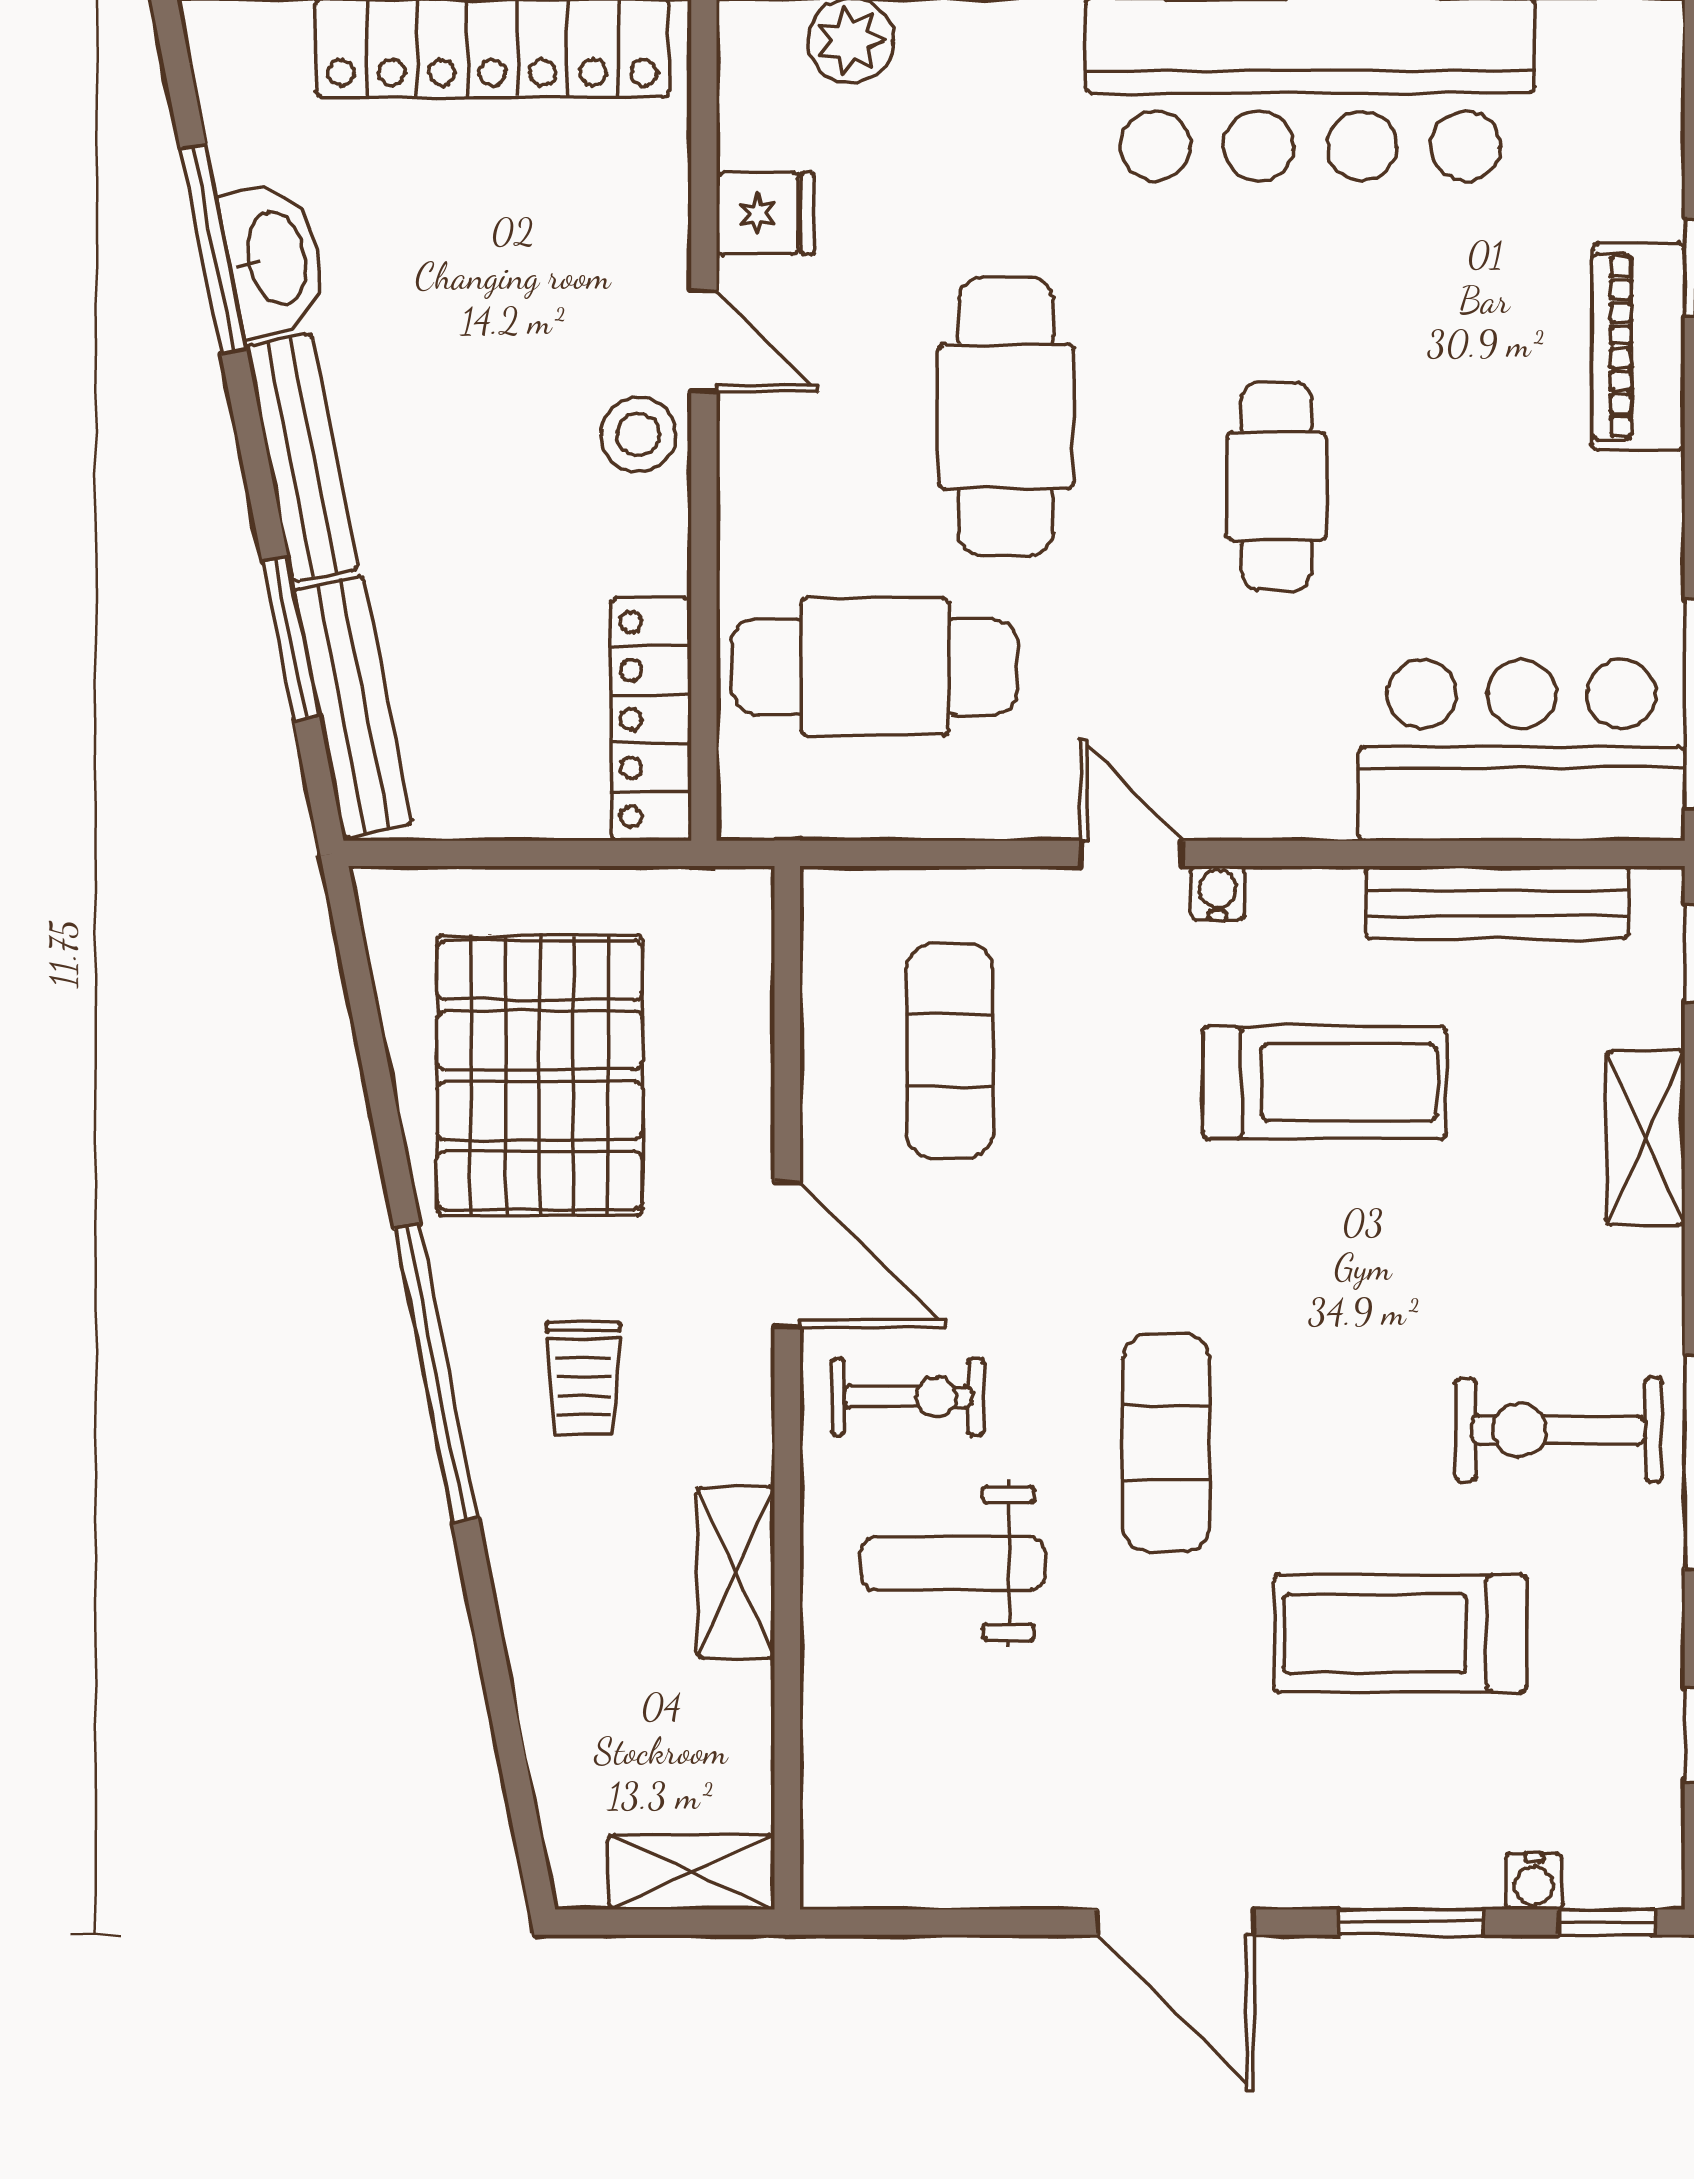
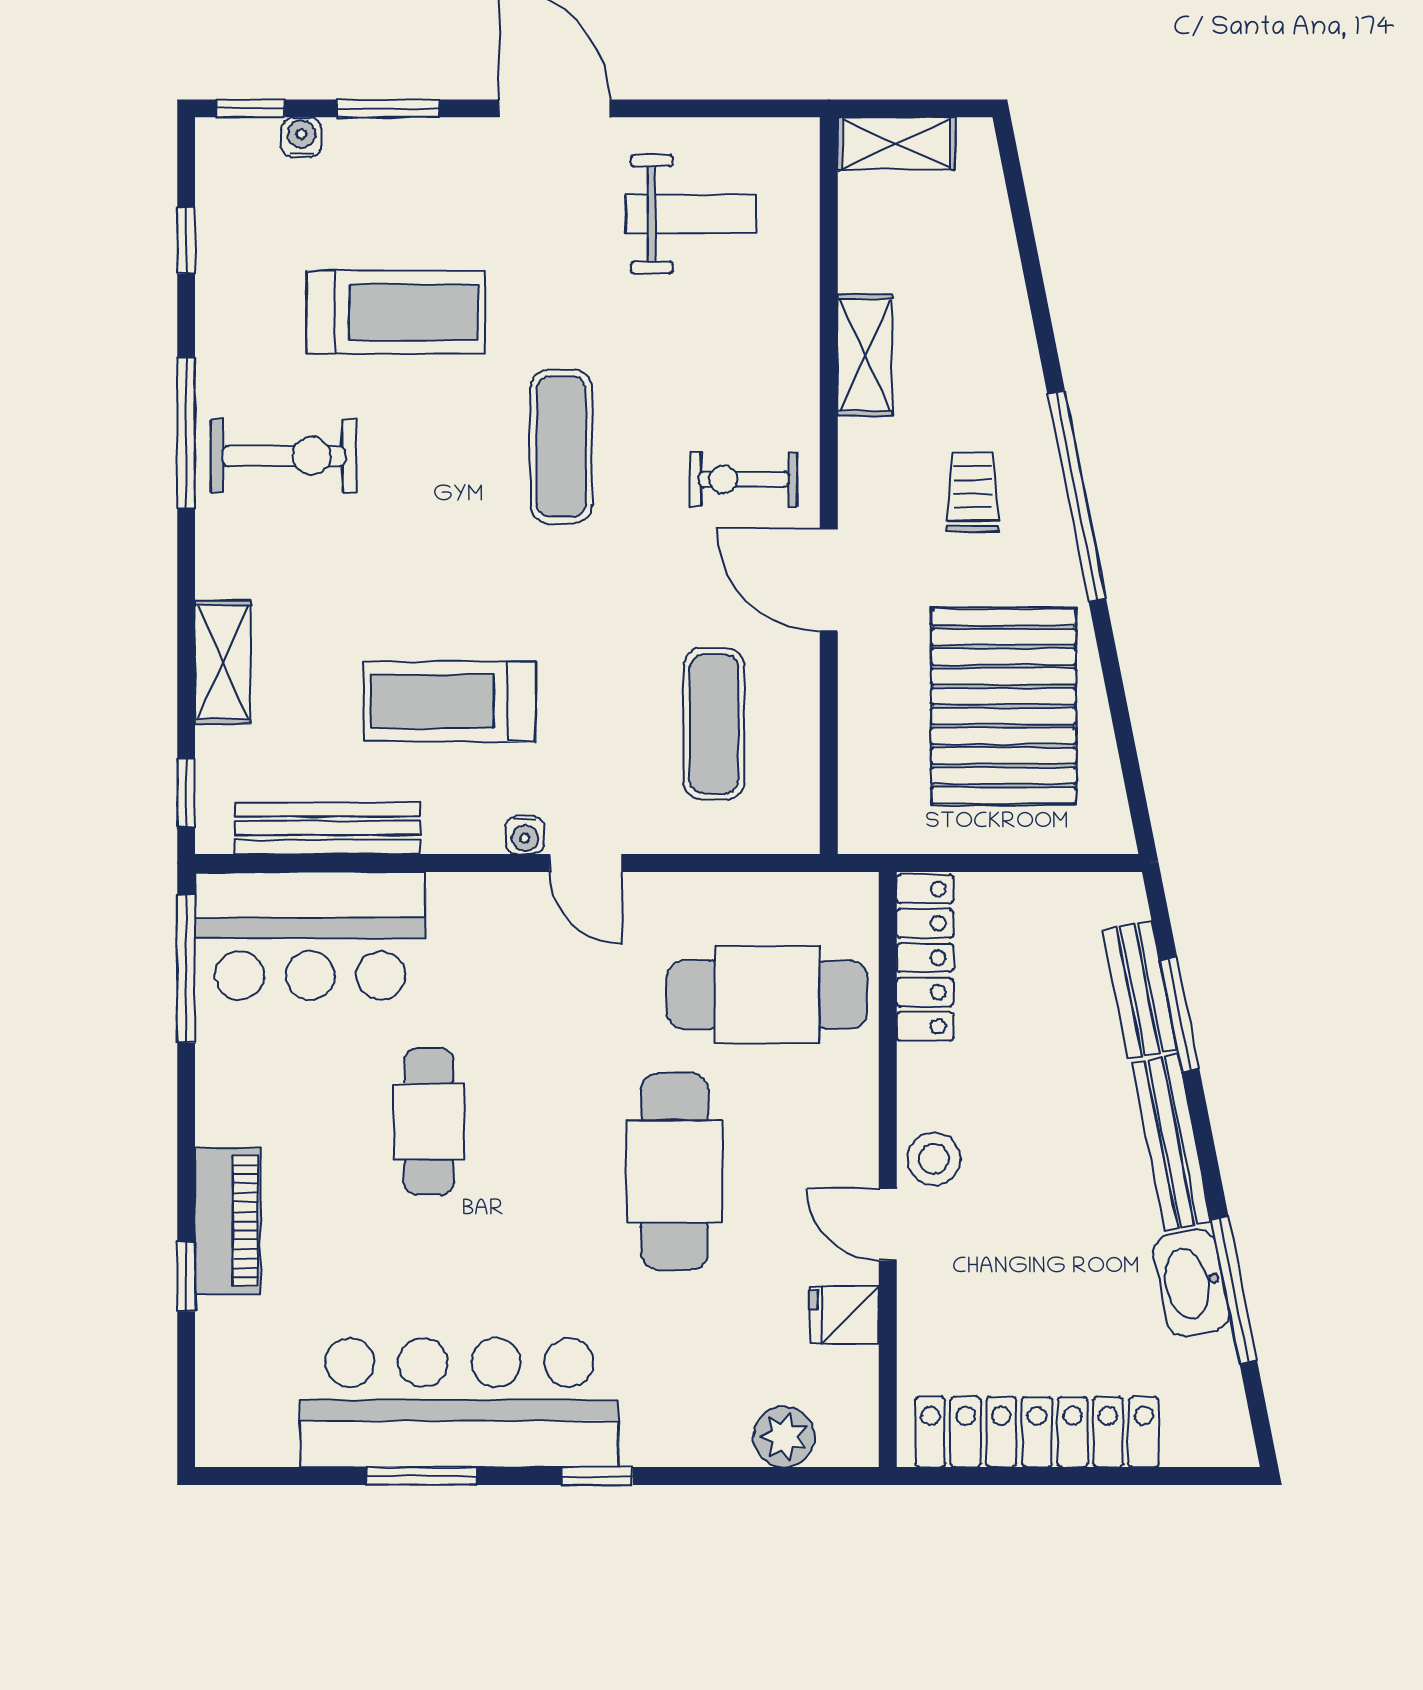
cafe table: (1276, 486) -> (429, 1122), moved
bench: (353, 707) -> (1140, 990), width x0.73
weight bench: (953, 1564) -> (691, 214), moved

